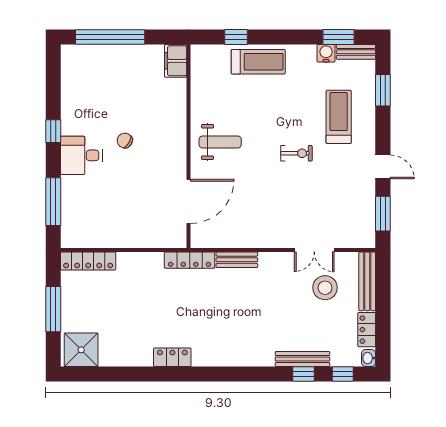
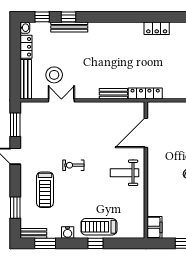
window: (236, 37) -> (95, 243), moved
water cooler: (326, 53) -> (68, 232), moved

